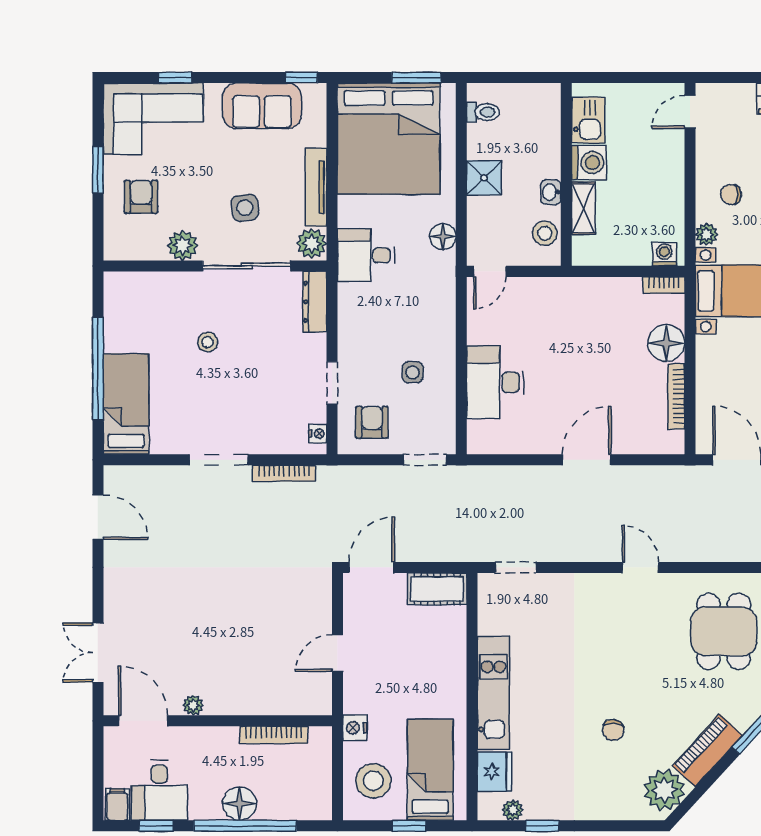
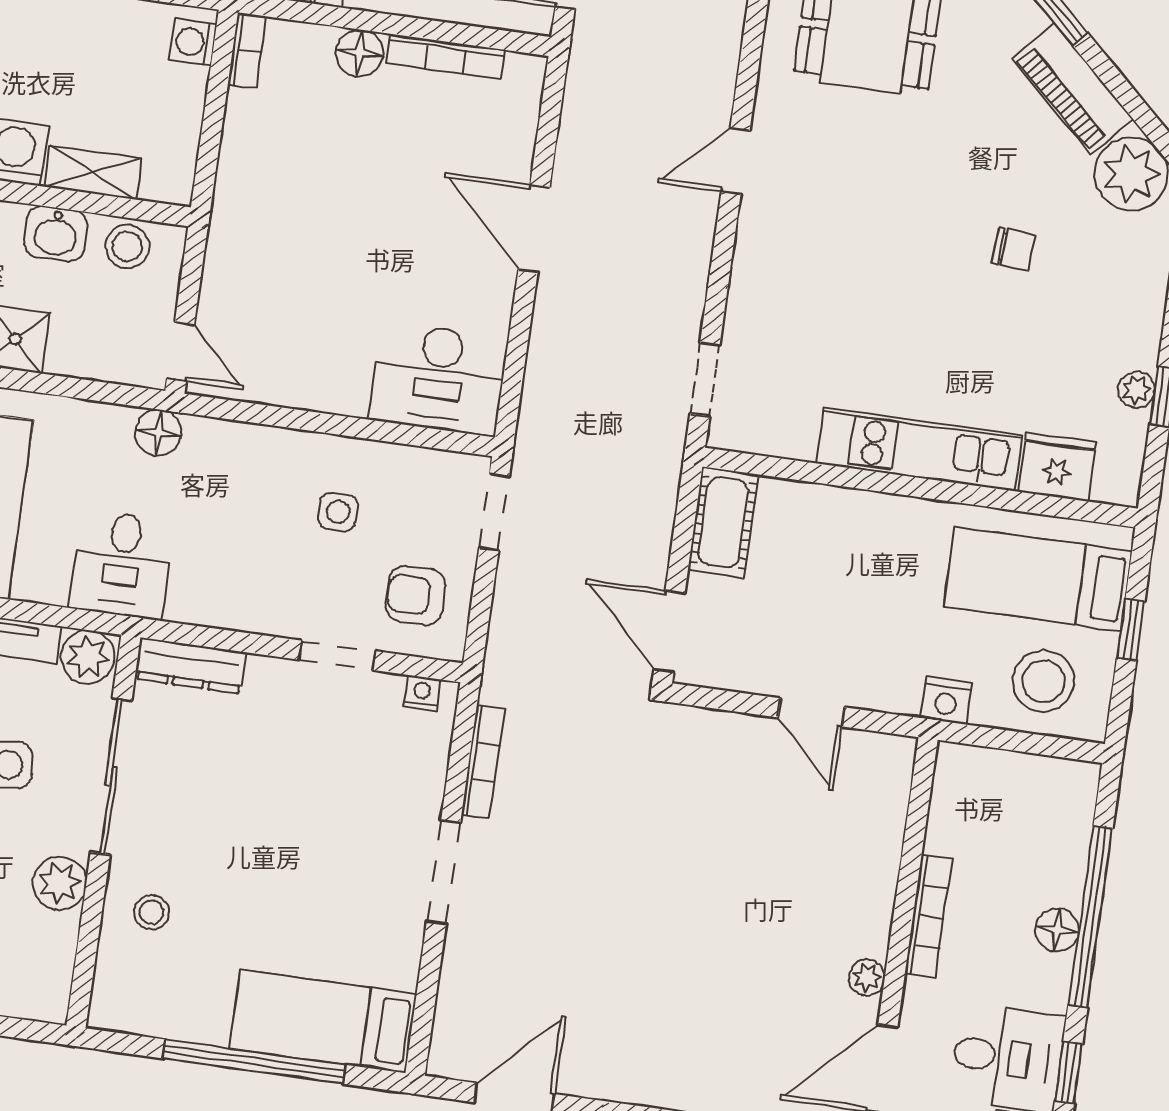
washbasin: (551, 192) -> (56, 234), width x1.38, depth x1.45
floor lamp: (443, 237) -> (158, 433), moved
stool: (208, 342) -> (152, 912), moved
floor lamp: (666, 343) -> (359, 53), width x0.73, depth x0.73
desk: (495, 382) -> (438, 379), moved
bookcase: (274, 735) -> (928, 916), moved
floor lamp: (240, 804) -> (1057, 930), width x0.73, depth x0.73
plant: (513, 810) -> (1136, 390), moved

